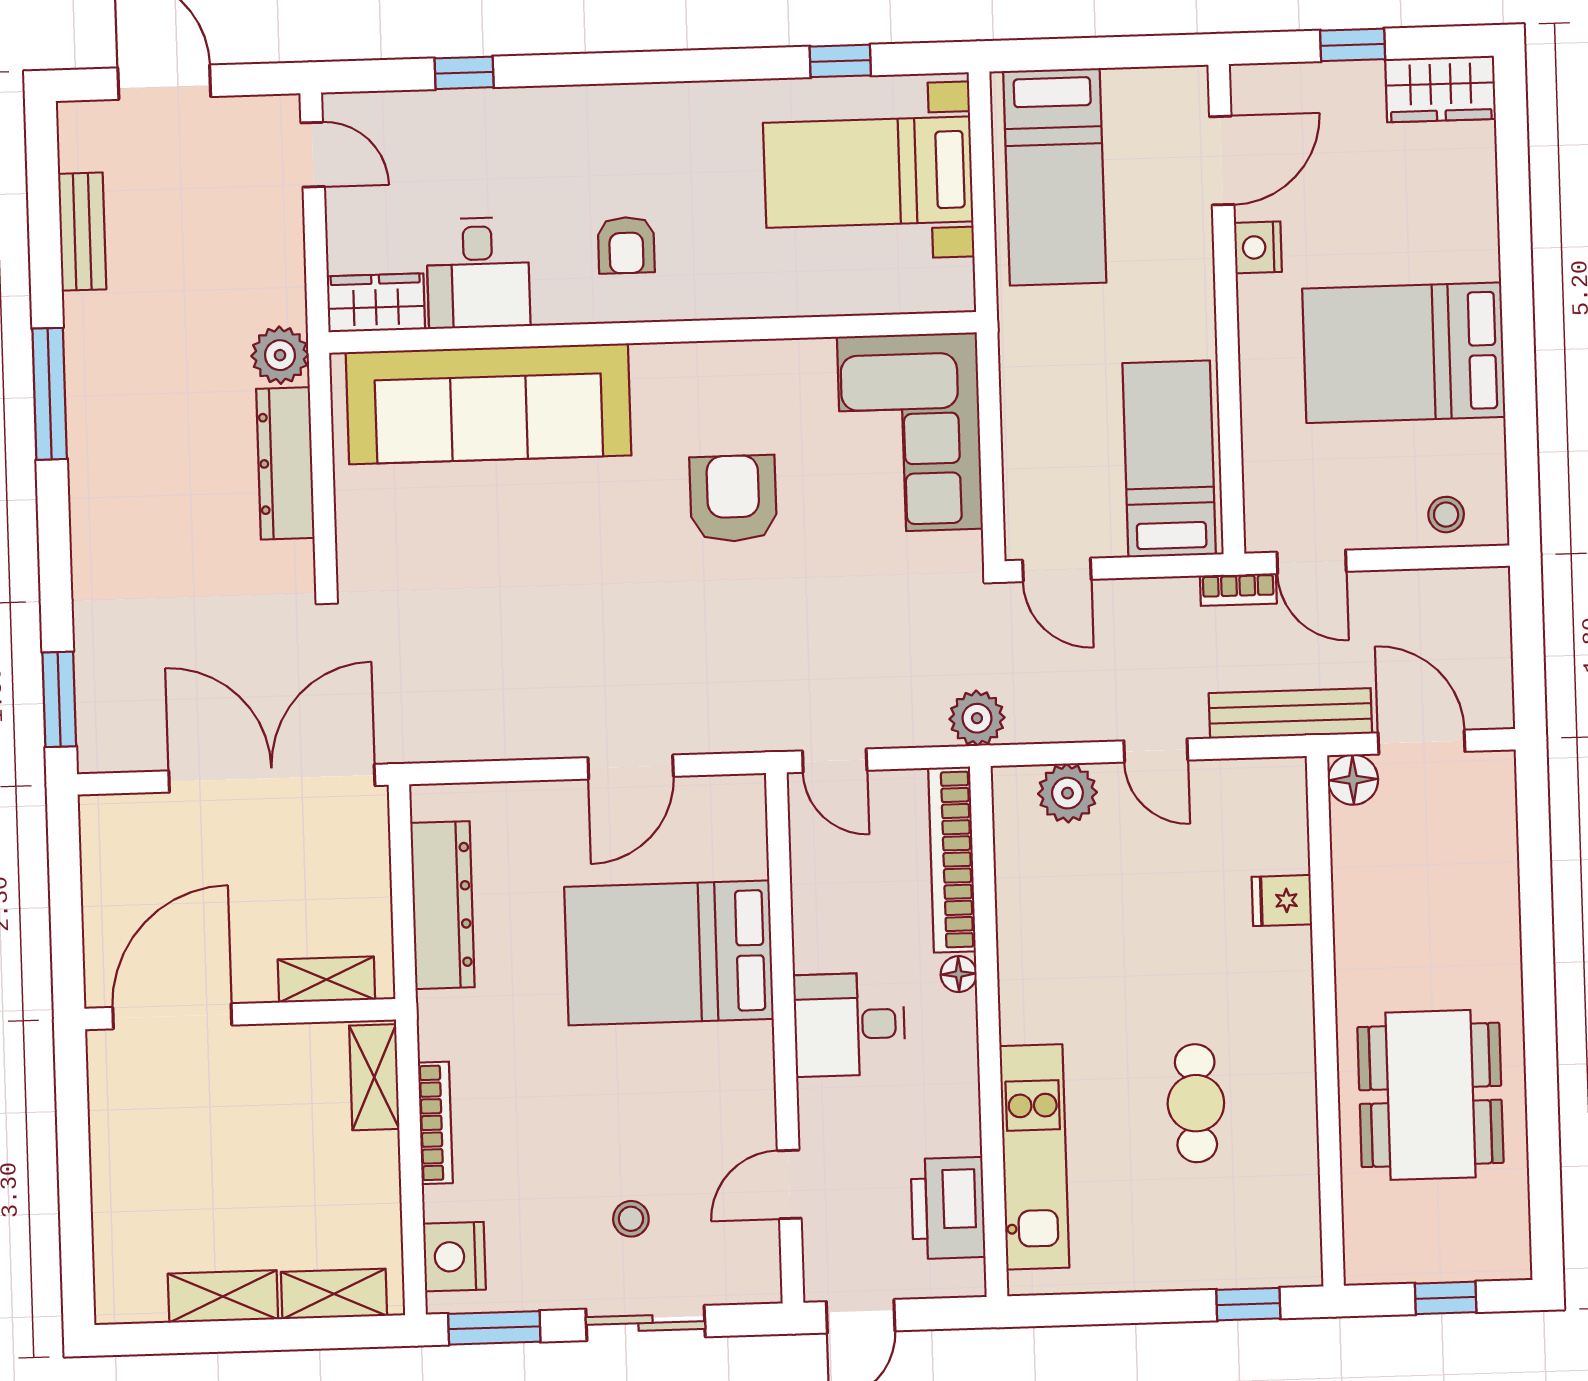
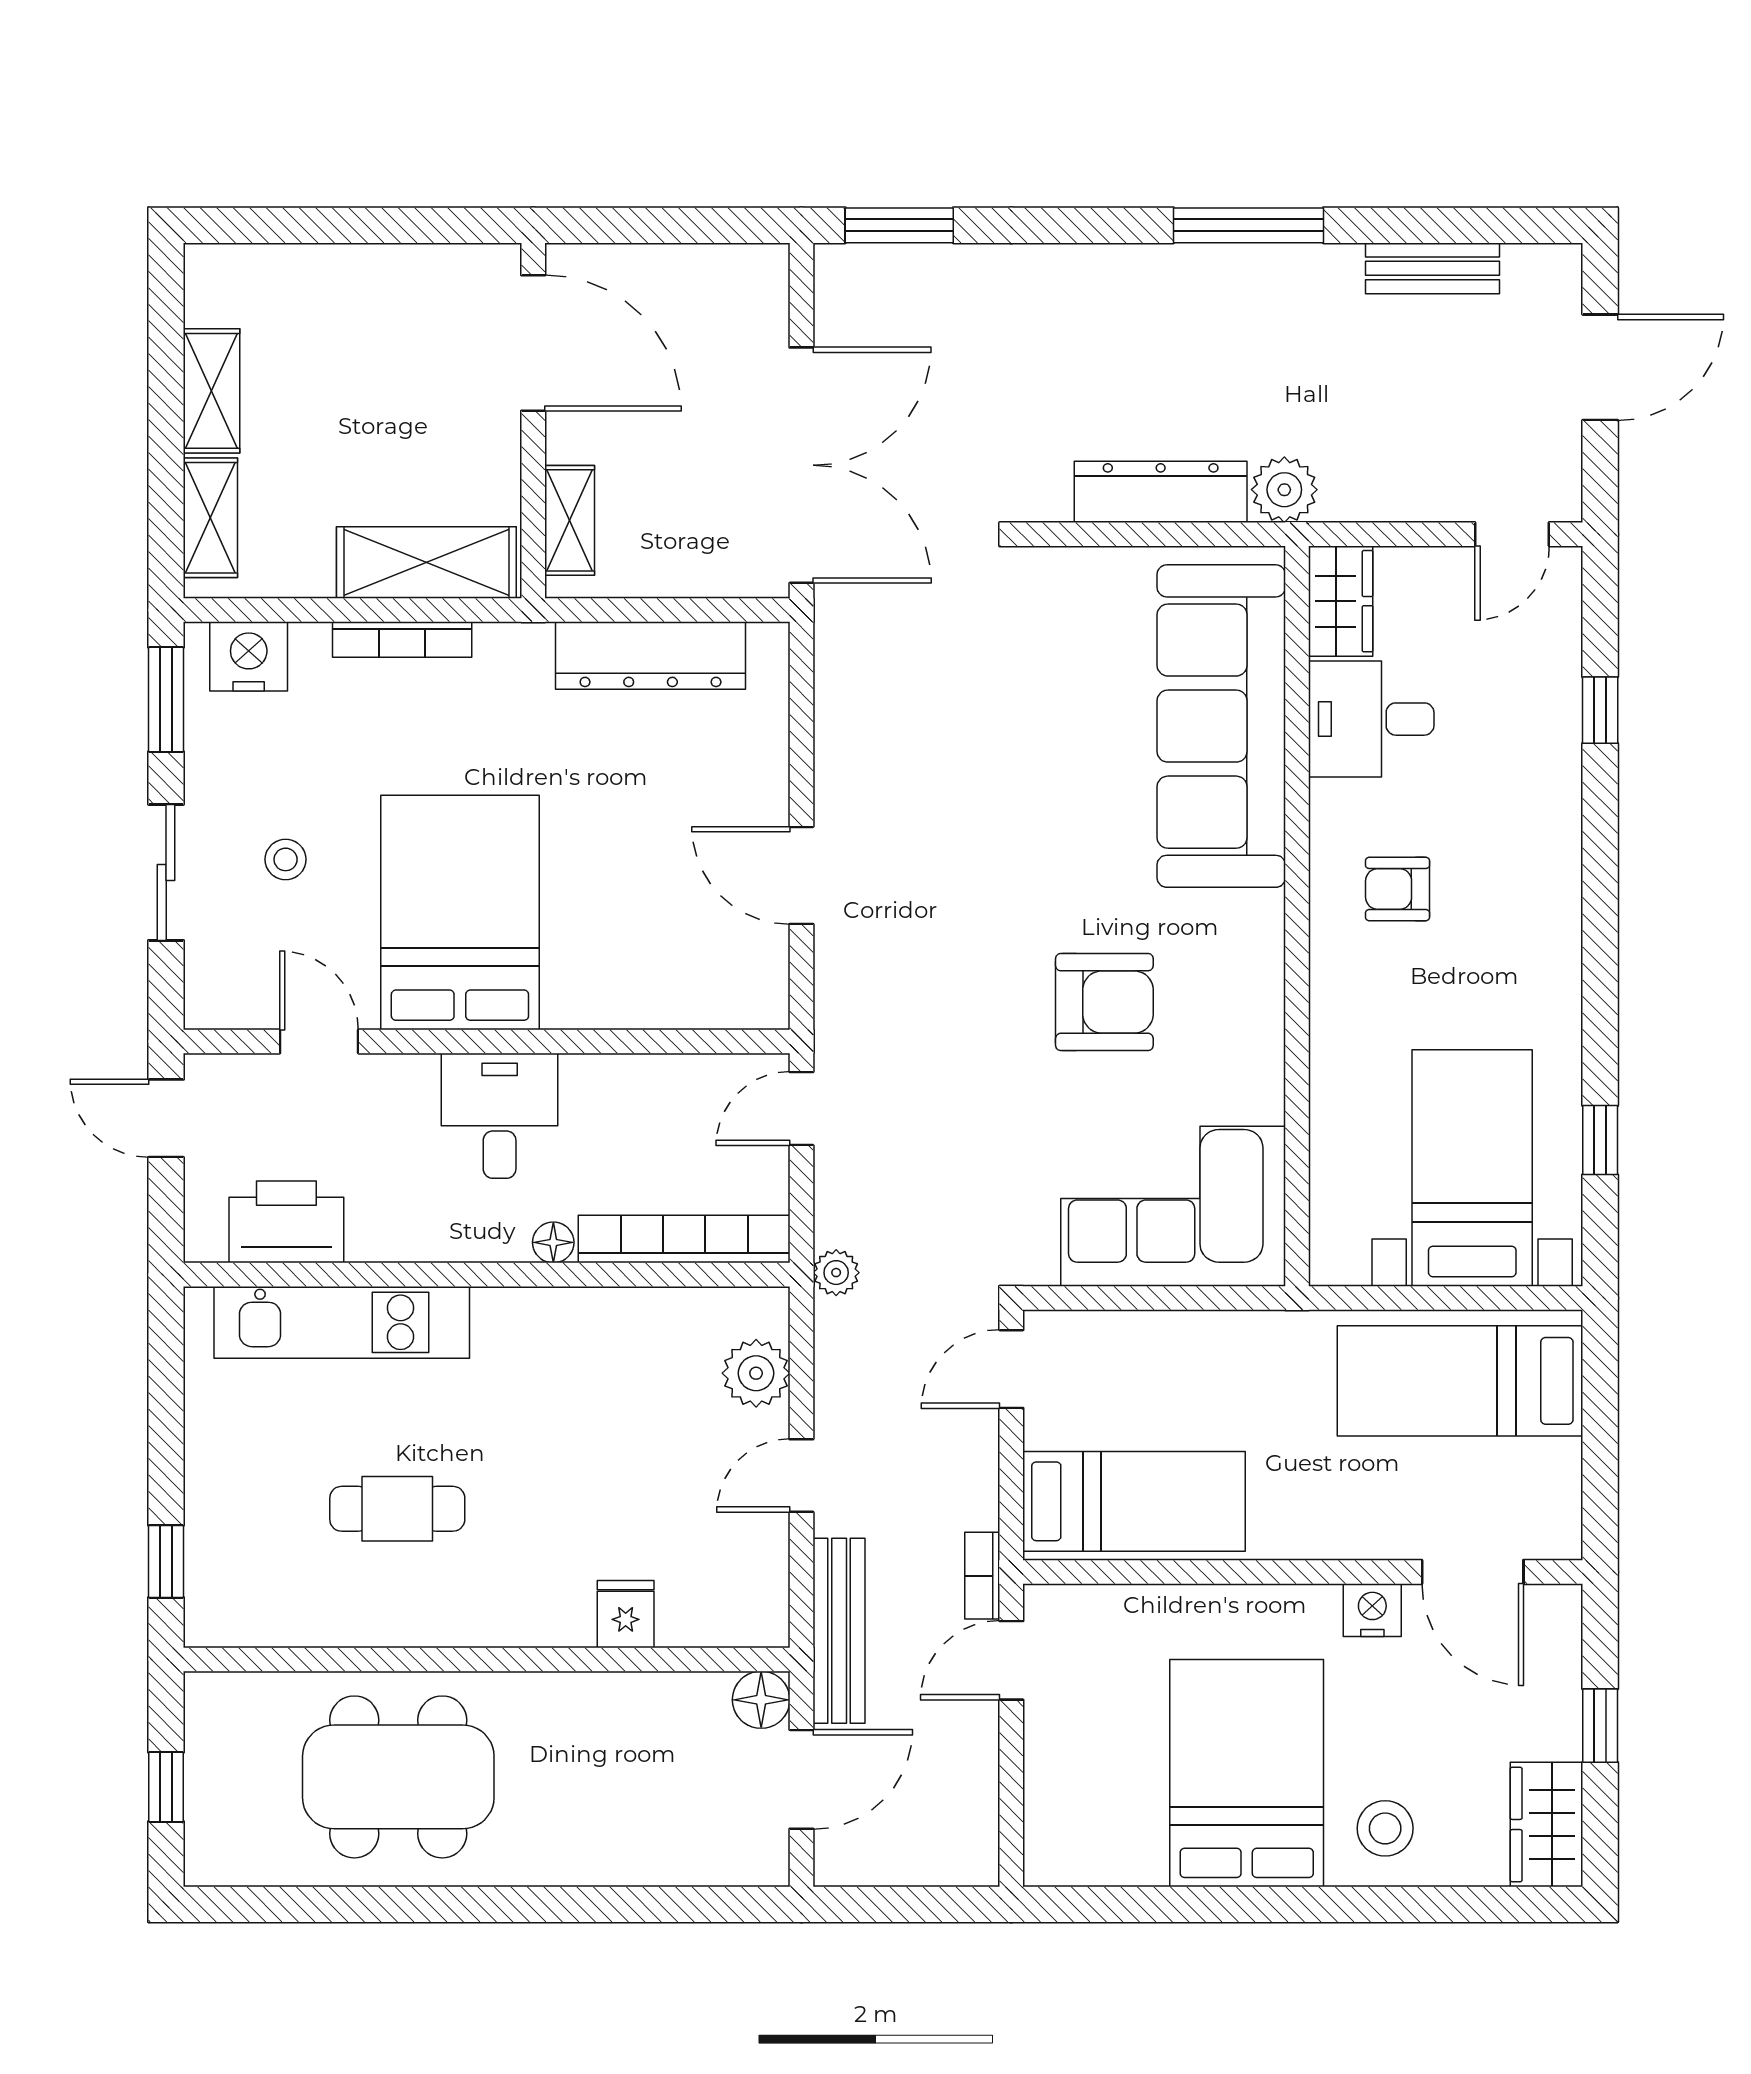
stool: (1446, 515) -> (1385, 1828), moved, width x1.37, depth x1.37
plant: (977, 718) -> (836, 1273), width x0.73, depth x0.73
bed: (669, 953) -> (460, 913), moved
shelving: (374, 1077) -> (426, 562), width x1.50, depth x1.33

